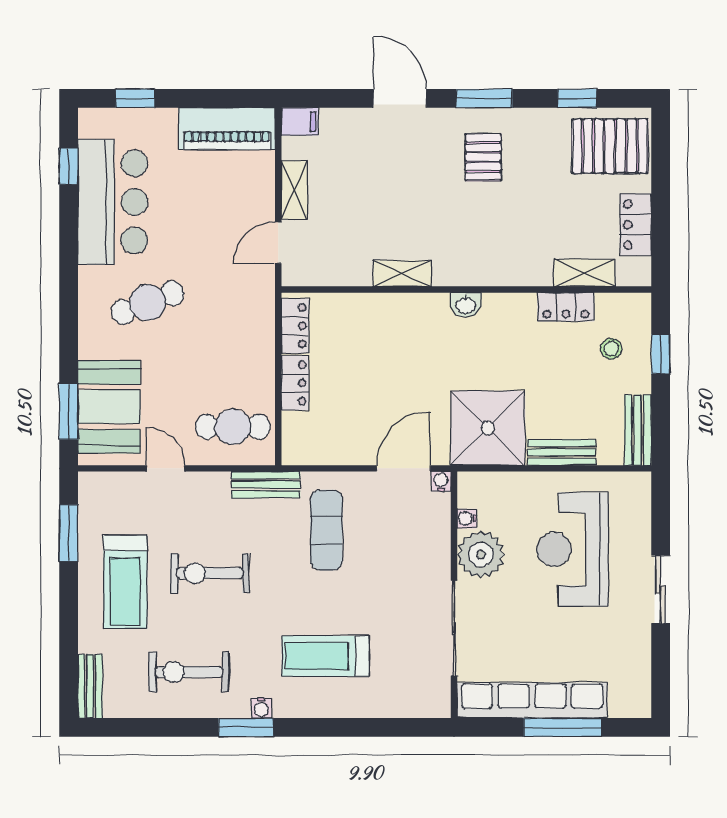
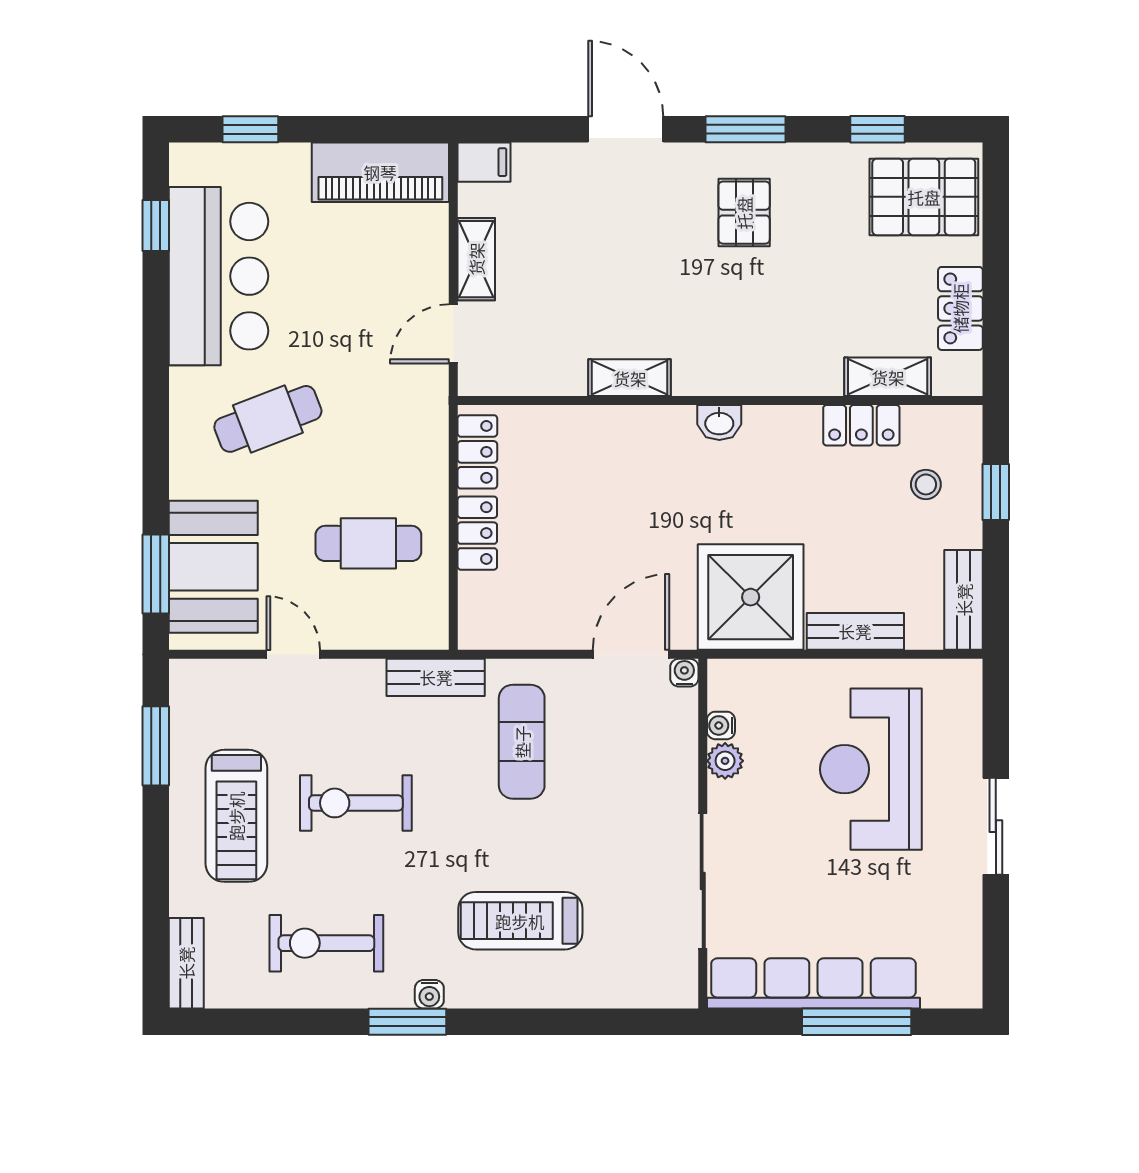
cafe table: (233, 427) -> (368, 543), moved
plant: (481, 555) -> (725, 761), width x0.53, depth x0.53

